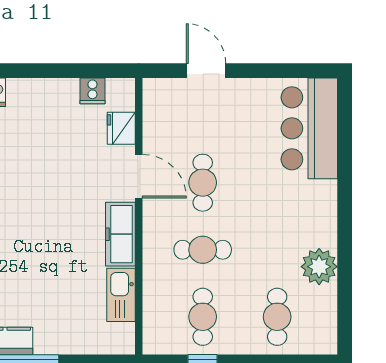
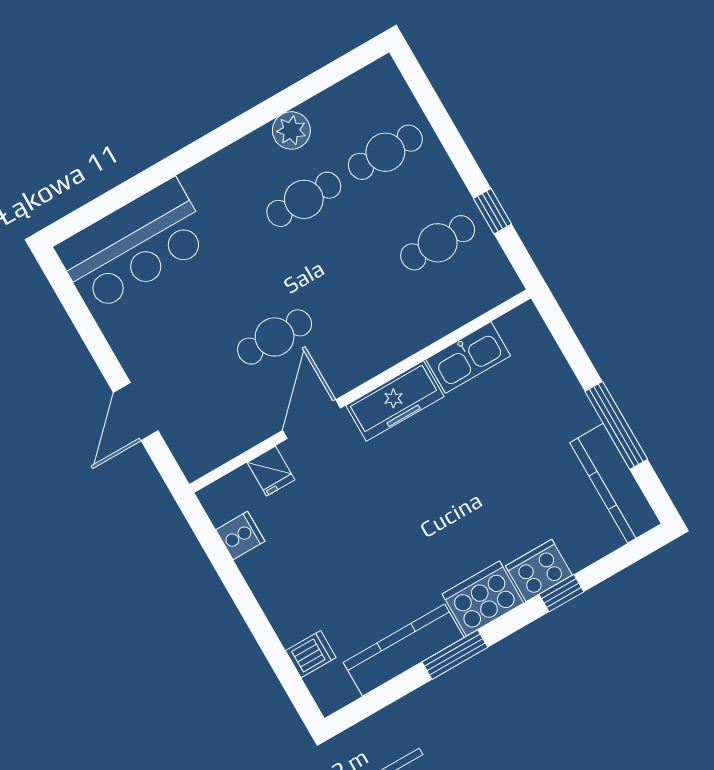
fridge: (121, 128) -> (271, 471), width x0.72
cafe table: (203, 250) -> (304, 199), moved, turned 90
plant: (319, 267) -> (291, 130), width x0.73, depth x0.73

